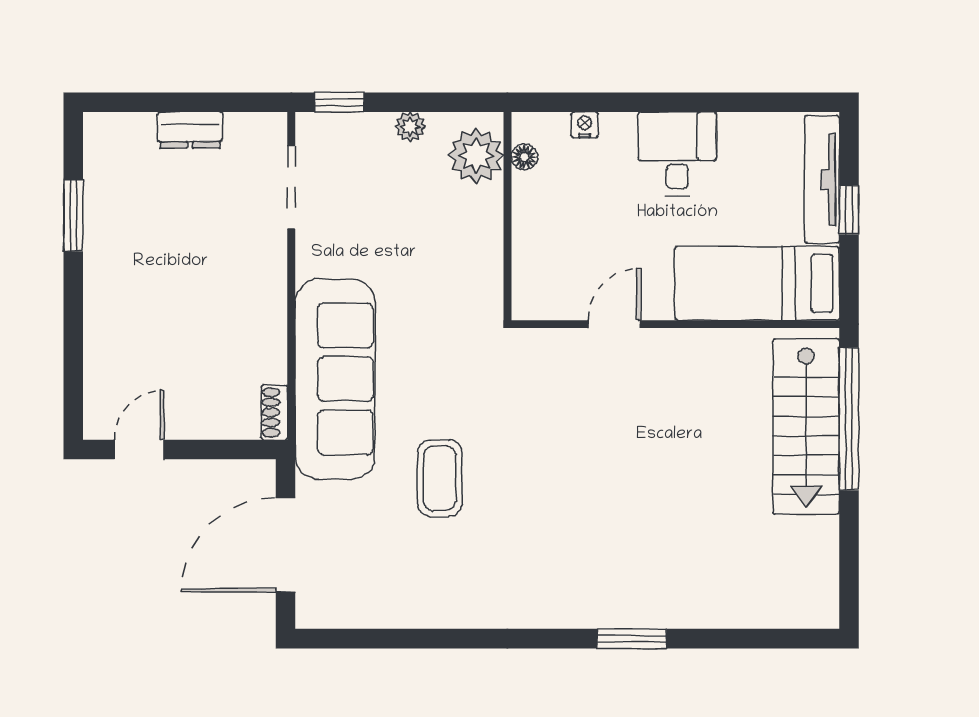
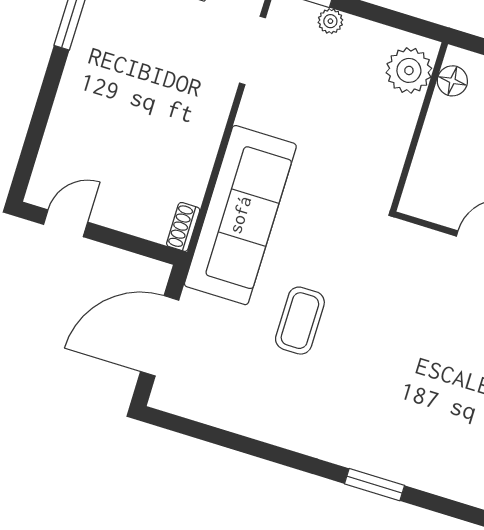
plant: (410, 127) -> (330, 21), moved
floor lamp: (524, 157) -> (452, 81), width x1.37, depth x1.37
window: (632, 639) -> (374, 485), moved

